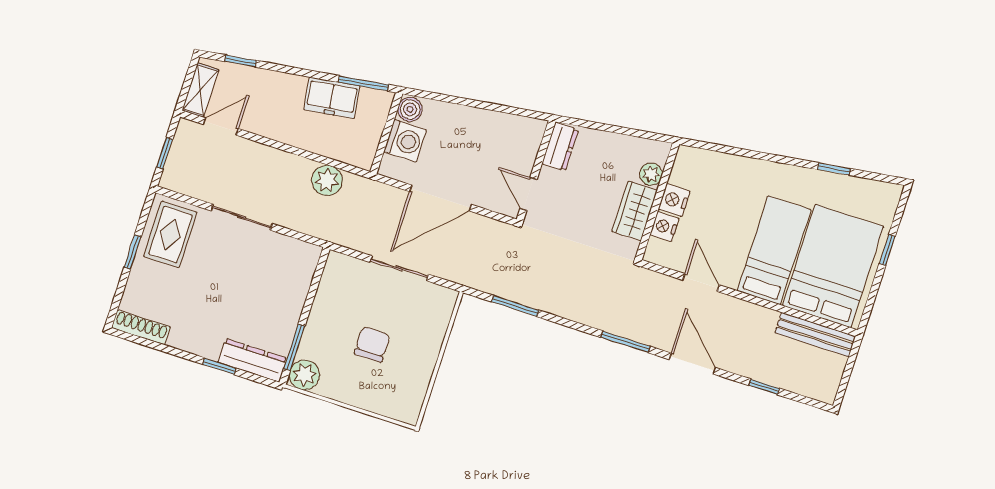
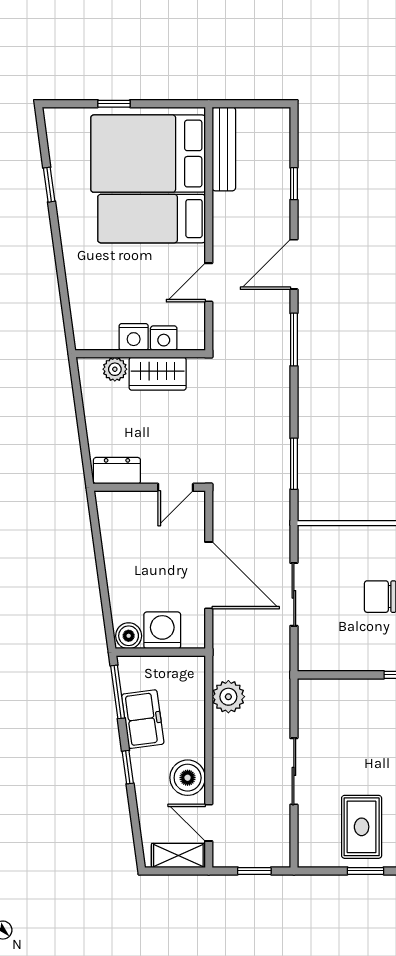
window: (241, 61) -> (128, 767), moved
boiler: (267, 121) -> (188, 778), added
rug: (170, 234) -> (362, 827), moved, turned 90

